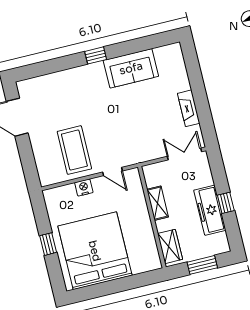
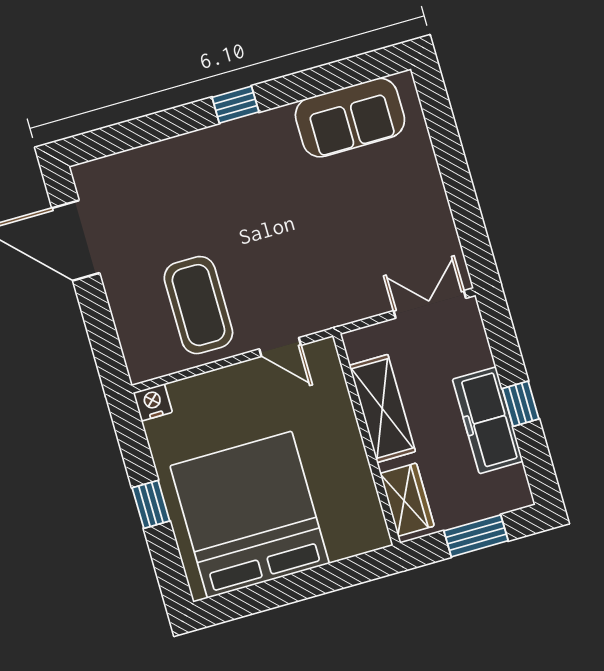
sofa: (131, 68) -> (350, 118), moved
fireplace: (189, 108) -> (435, 208), removed
nightstand: (84, 188) -> (153, 402), moved
shelving: (158, 203) -> (382, 408), width x1.50, depth x1.33

